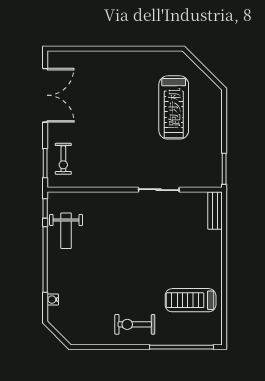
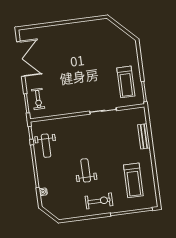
treadmill: (174, 107) -> (126, 82), moved, width x0.73, depth x0.73
bench: (215, 211) -> (144, 136), moved
weight bench: (121, 276) -> (86, 170), added
treadmill: (191, 300) -> (133, 180), turned -90
exercise bike: (135, 324) -> (99, 201), turned 180

